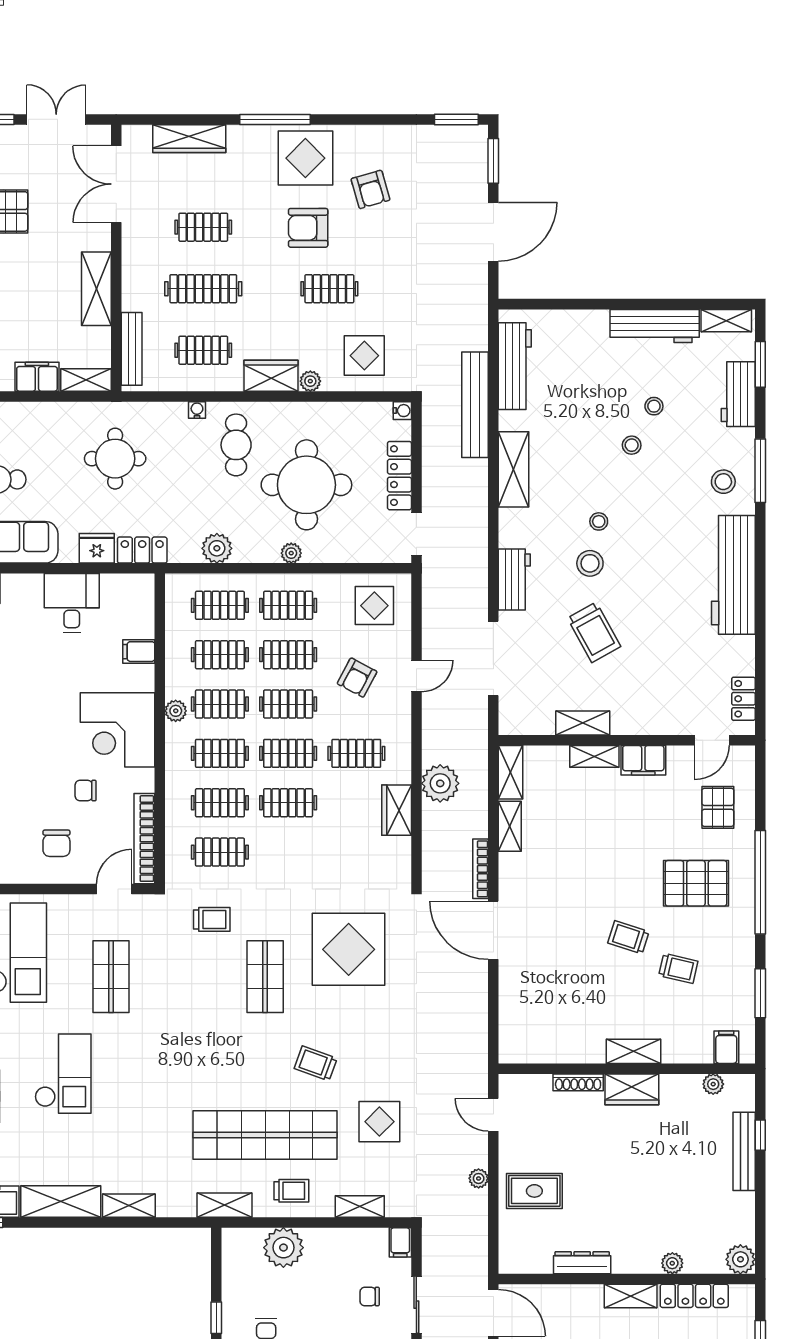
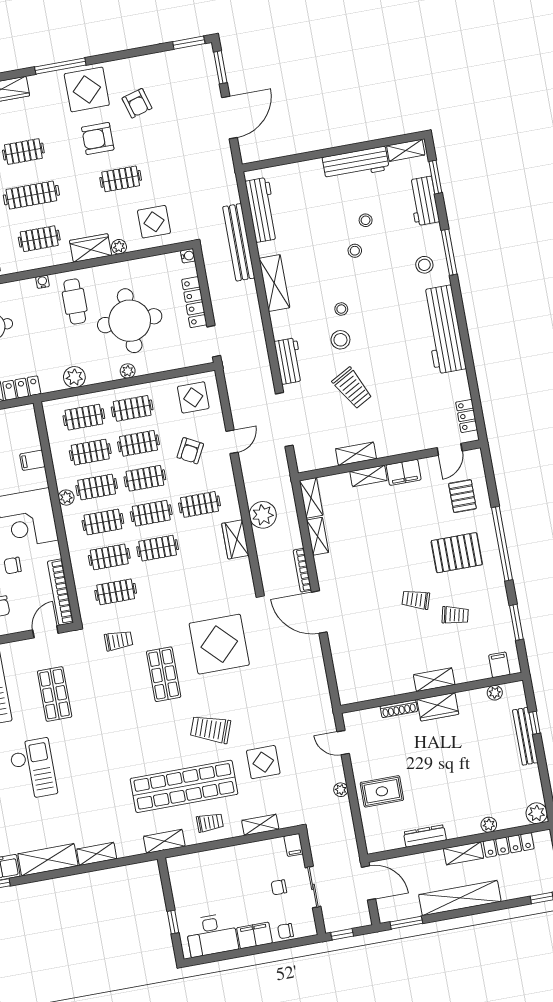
trolley: (316, 1063) -> (211, 729), width x1.36, depth x1.39
plant: (283, 1248) -> (212, 864), removed

